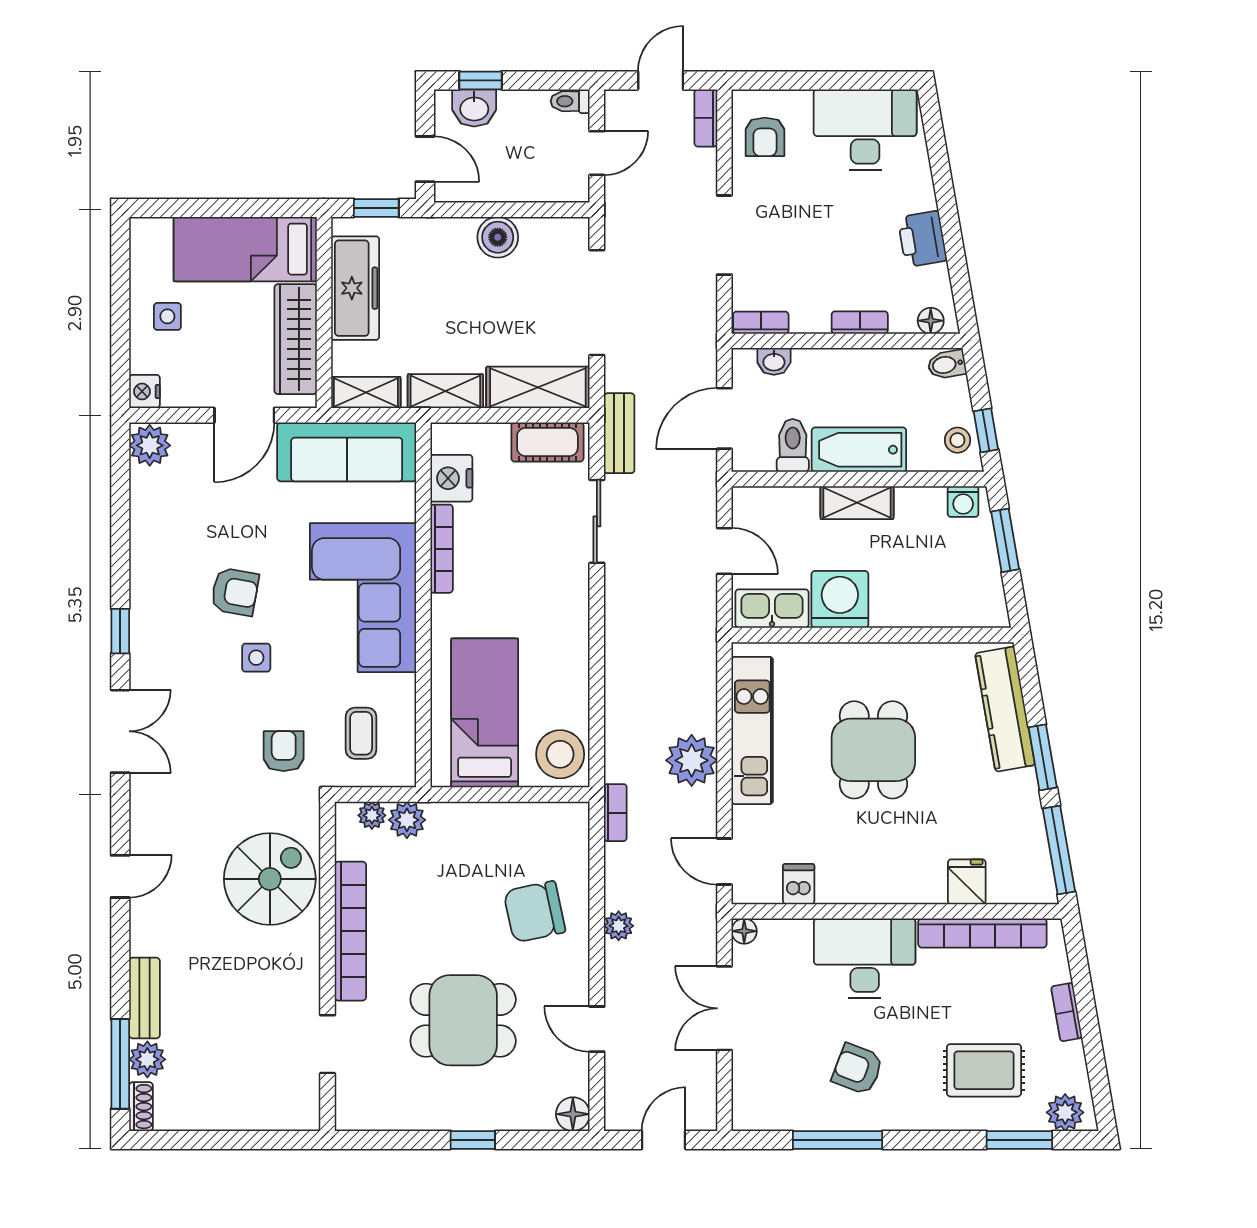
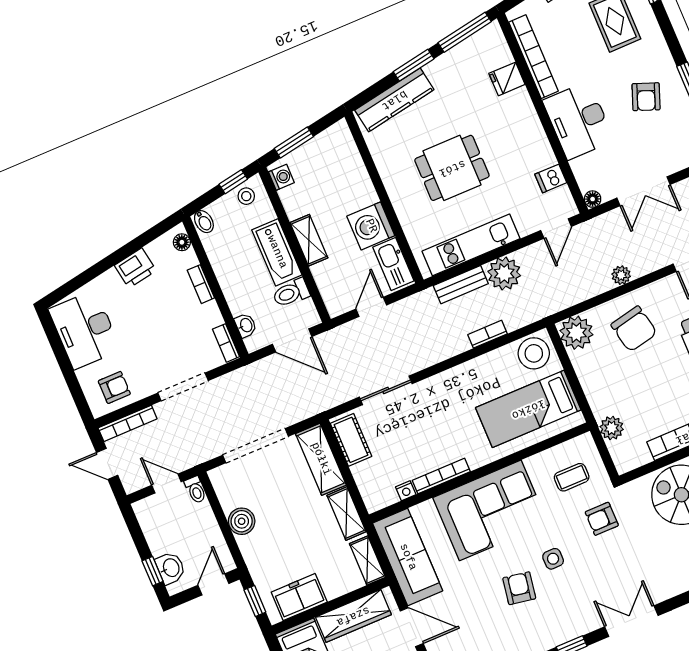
toilet: (570, 101) -> (196, 490), moved
bookcase: (706, 118) -> (128, 423), width x1.56
freezer: (355, 288) -> (299, 597), width x0.71
bench: (619, 433) -> (461, 285), moved
nightstand: (451, 478) -> (406, 491), width x0.53, depth x0.56
bookcase: (615, 813) -> (488, 334), moved
plant: (372, 815) -> (576, 333), moved, width x1.88, depth x1.88

